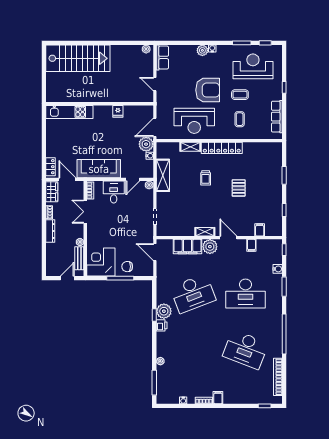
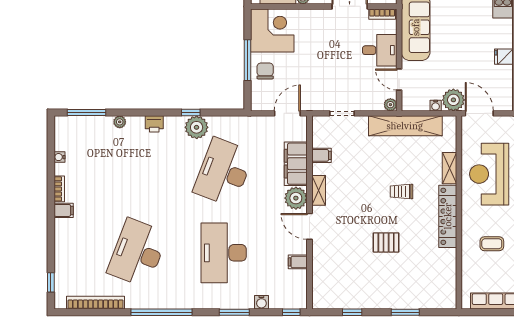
shelving: (163, 175) -> (405, 126), width x1.47
filing cabinet: (260, 230) -> (321, 155), moved
door: (228, 238) -> (310, 226), swing flipped
desk: (193, 294) -> (224, 172), turned 42
printer: (162, 325) -> (154, 124), moved

